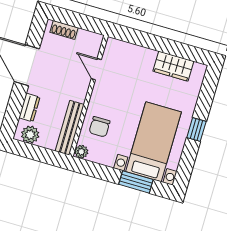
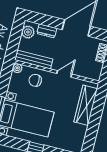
wardrobe: (173, 66) -> (86, 105), moved, width x1.50
door: (96, 69) -> (64, 74), moved

